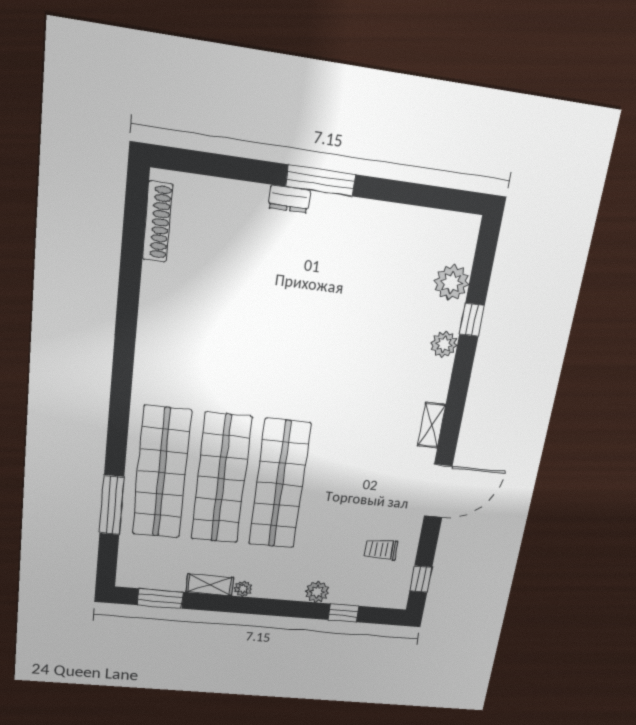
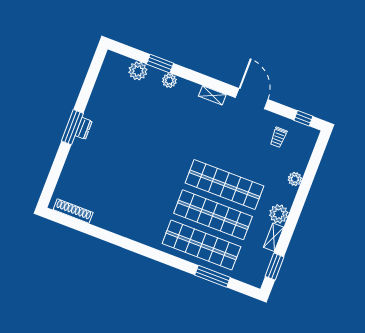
dresser: (289, 199) -> (84, 128), moved
window: (472, 320) -> (160, 64), width x1.50
plant: (243, 589) -> (279, 214), width x1.88, depth x1.88
window: (343, 613) -> (313, 167), removed

